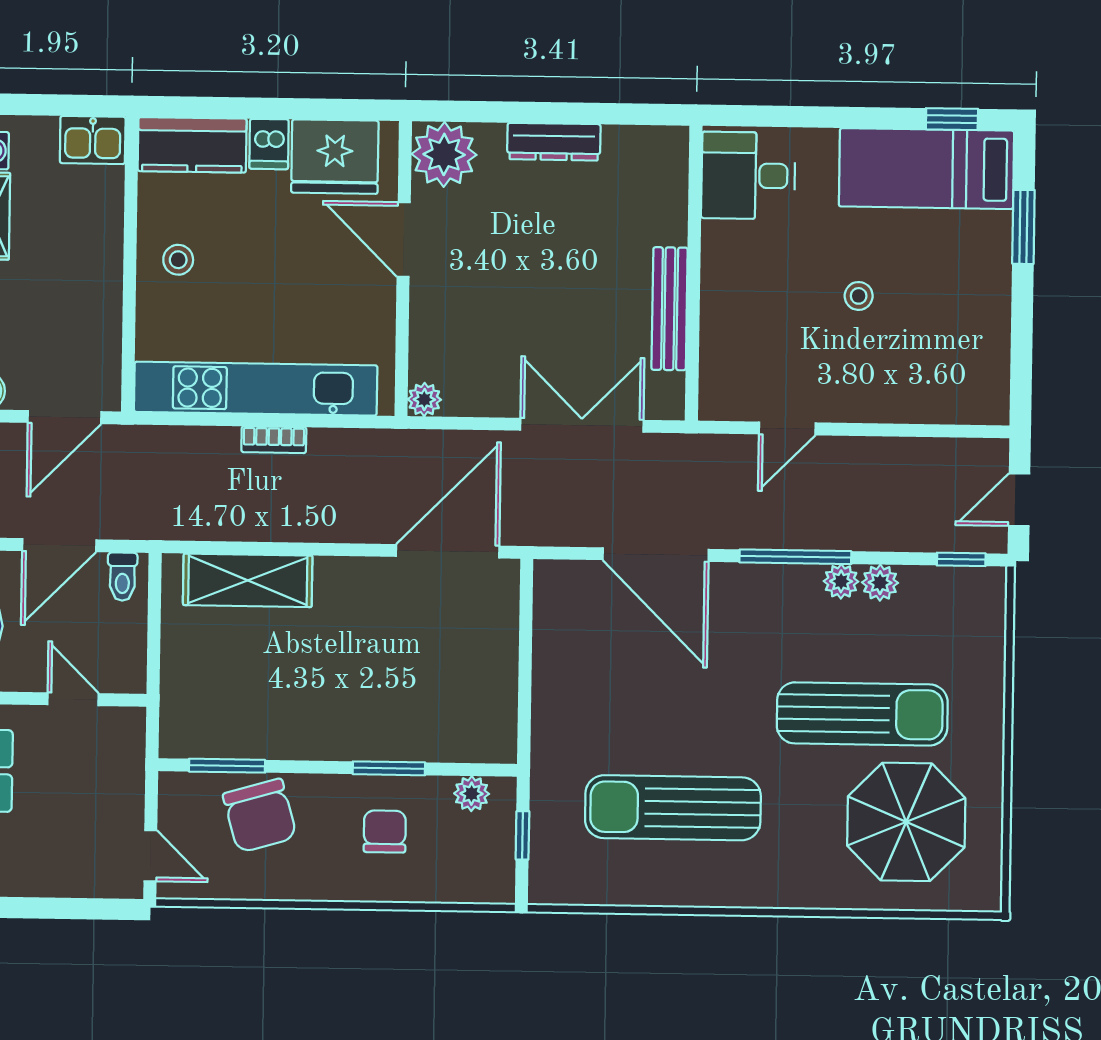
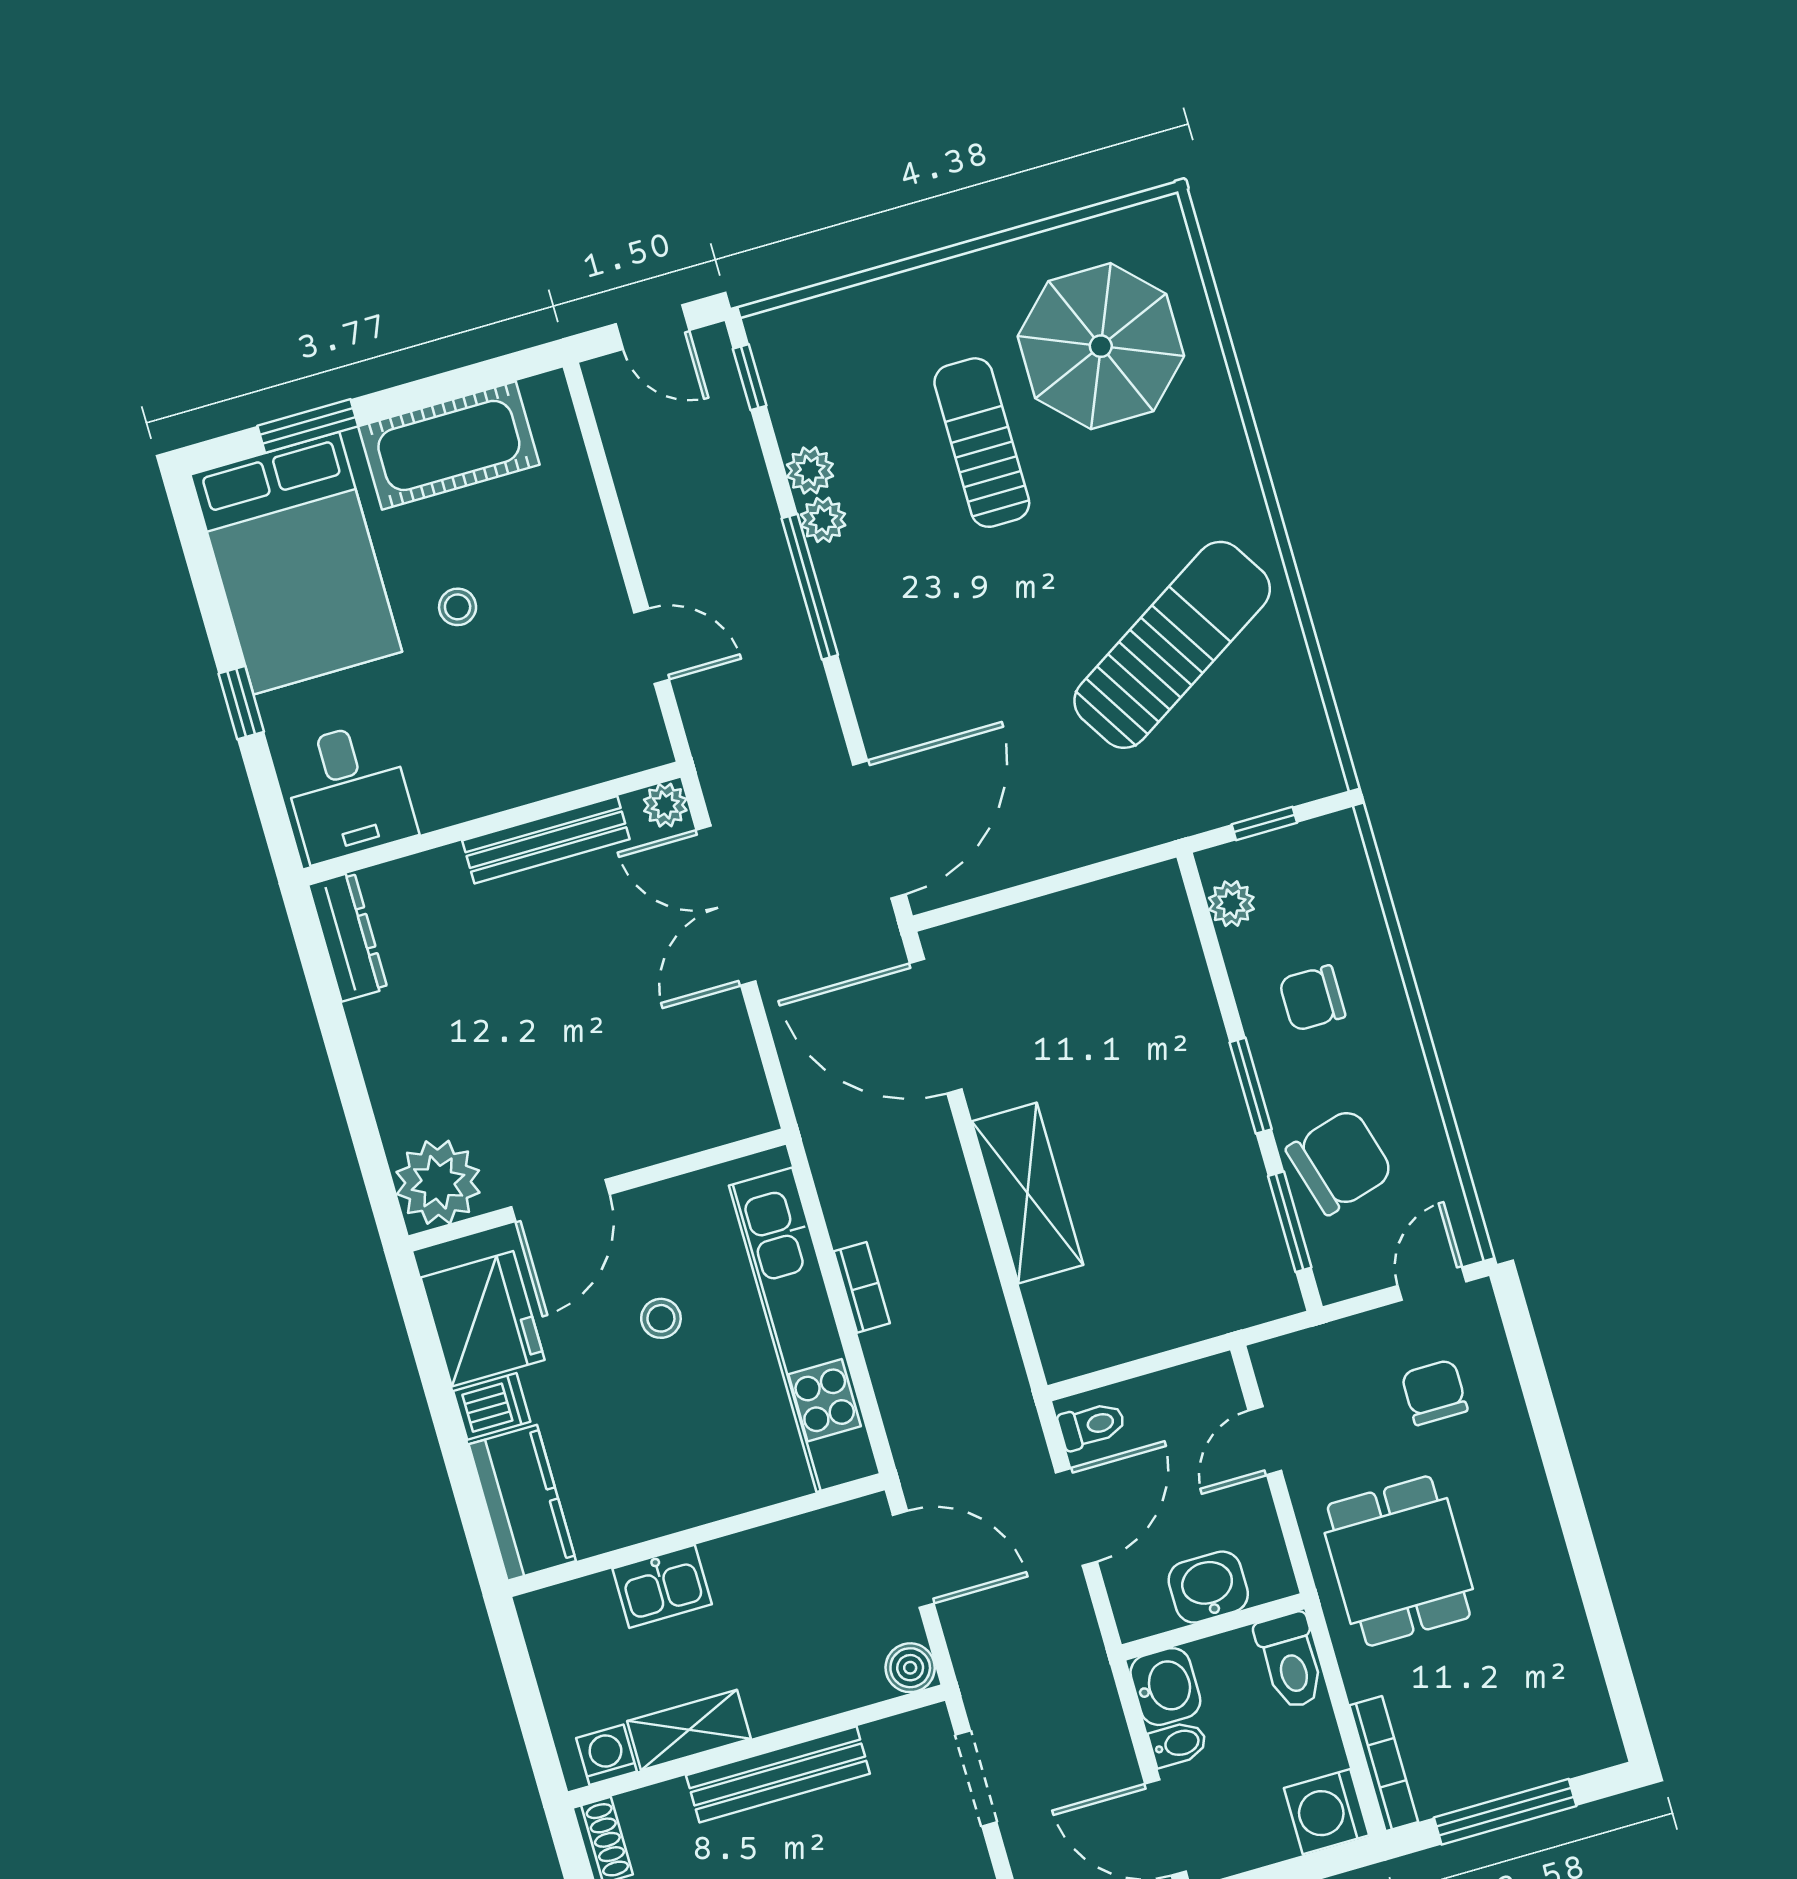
window: (952, 119) -> (241, 703), moved
kitchen sink: (93, 140) -> (662, 1586), moved, turned 90
dresser: (554, 142) -> (348, 937), moved
bed: (926, 169) -> (296, 563), width x1.50
stool: (178, 260) -> (661, 1318), moved
cot: (978, 325) -> (449, 445), added
plant: (424, 399) -> (665, 805), moved
door: (59, 545) -> (1076, 1517), hinge flipped
door: (656, 555) -> (879, 829), moved
shelving: (248, 580) -> (1028, 1193), moved
sun lounger: (862, 714) -> (982, 443), width x0.73, depth x0.75
window: (389, 768) -> (1251, 1086), moved
sun lounger: (673, 808) -> (1172, 645), turned -122
chair: (71, 833) -> (1434, 1392), added

